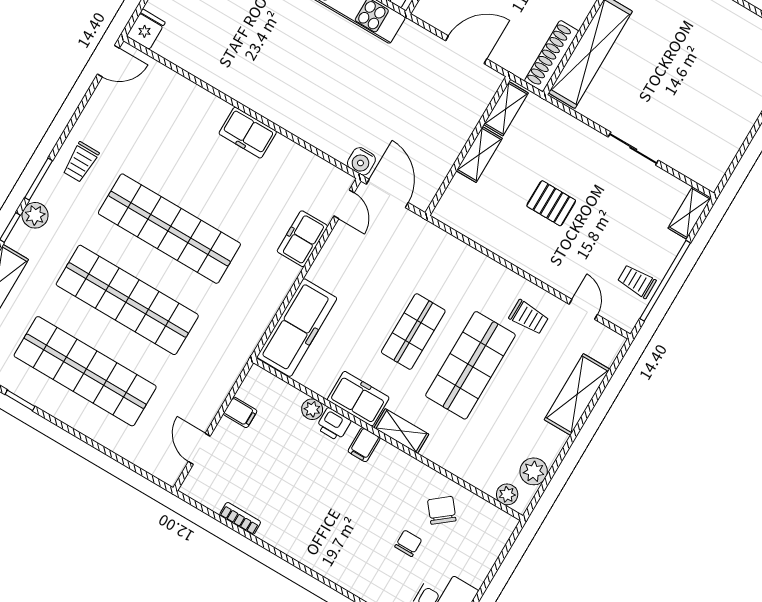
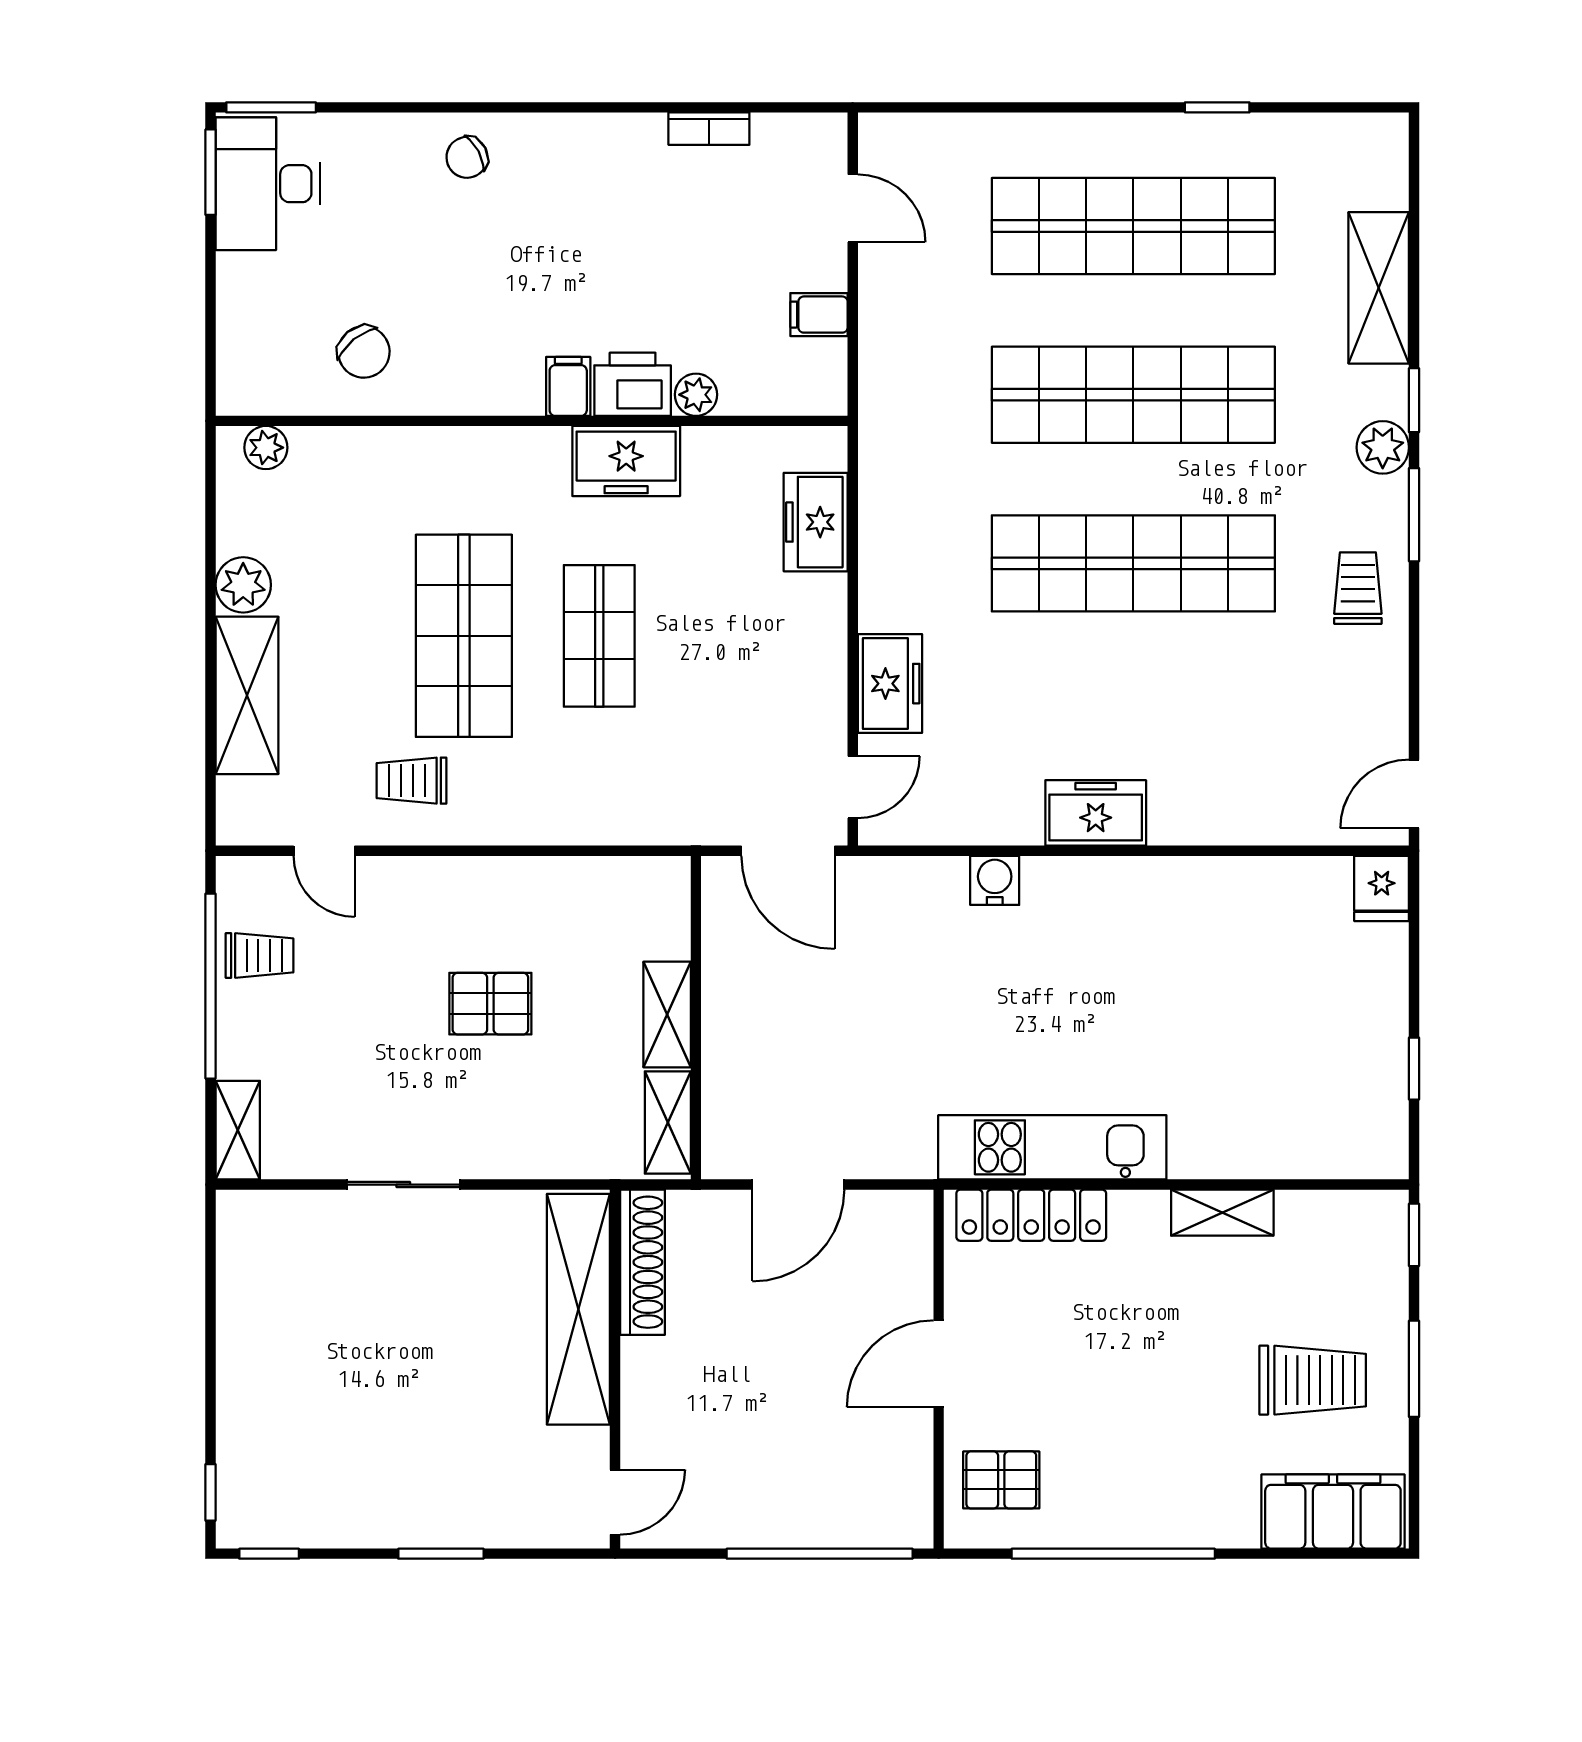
water cooler: (361, 161) -> (995, 880), moved
door: (344, 204) -> (853, 787), swing flipped
freezer: (297, 328) -> (816, 522), width x0.52, depth x0.79
printer: (334, 424) -> (633, 384), width x1.36, depth x1.24
shelving: (401, 431) -> (517, 449), removed
plant: (534, 471) -> (243, 585), moved
chair: (408, 543) -> (467, 157), moved, turned 62

